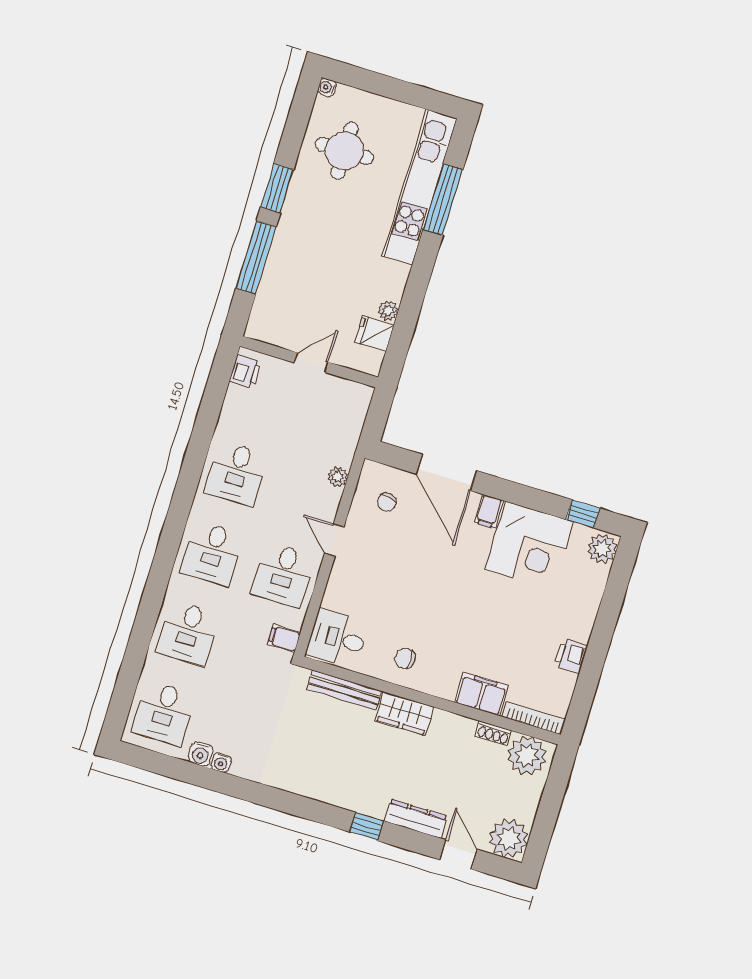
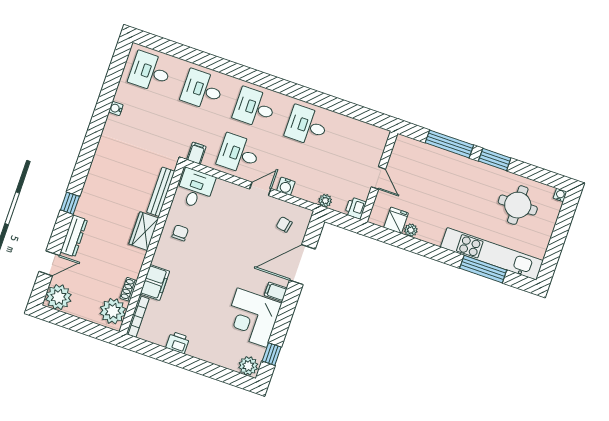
printer: (245, 371) -> (355, 208), moved, turned 90
plant: (338, 477) -> (325, 201), moved
water cooler: (201, 754) -> (286, 186), moved, turned -90

